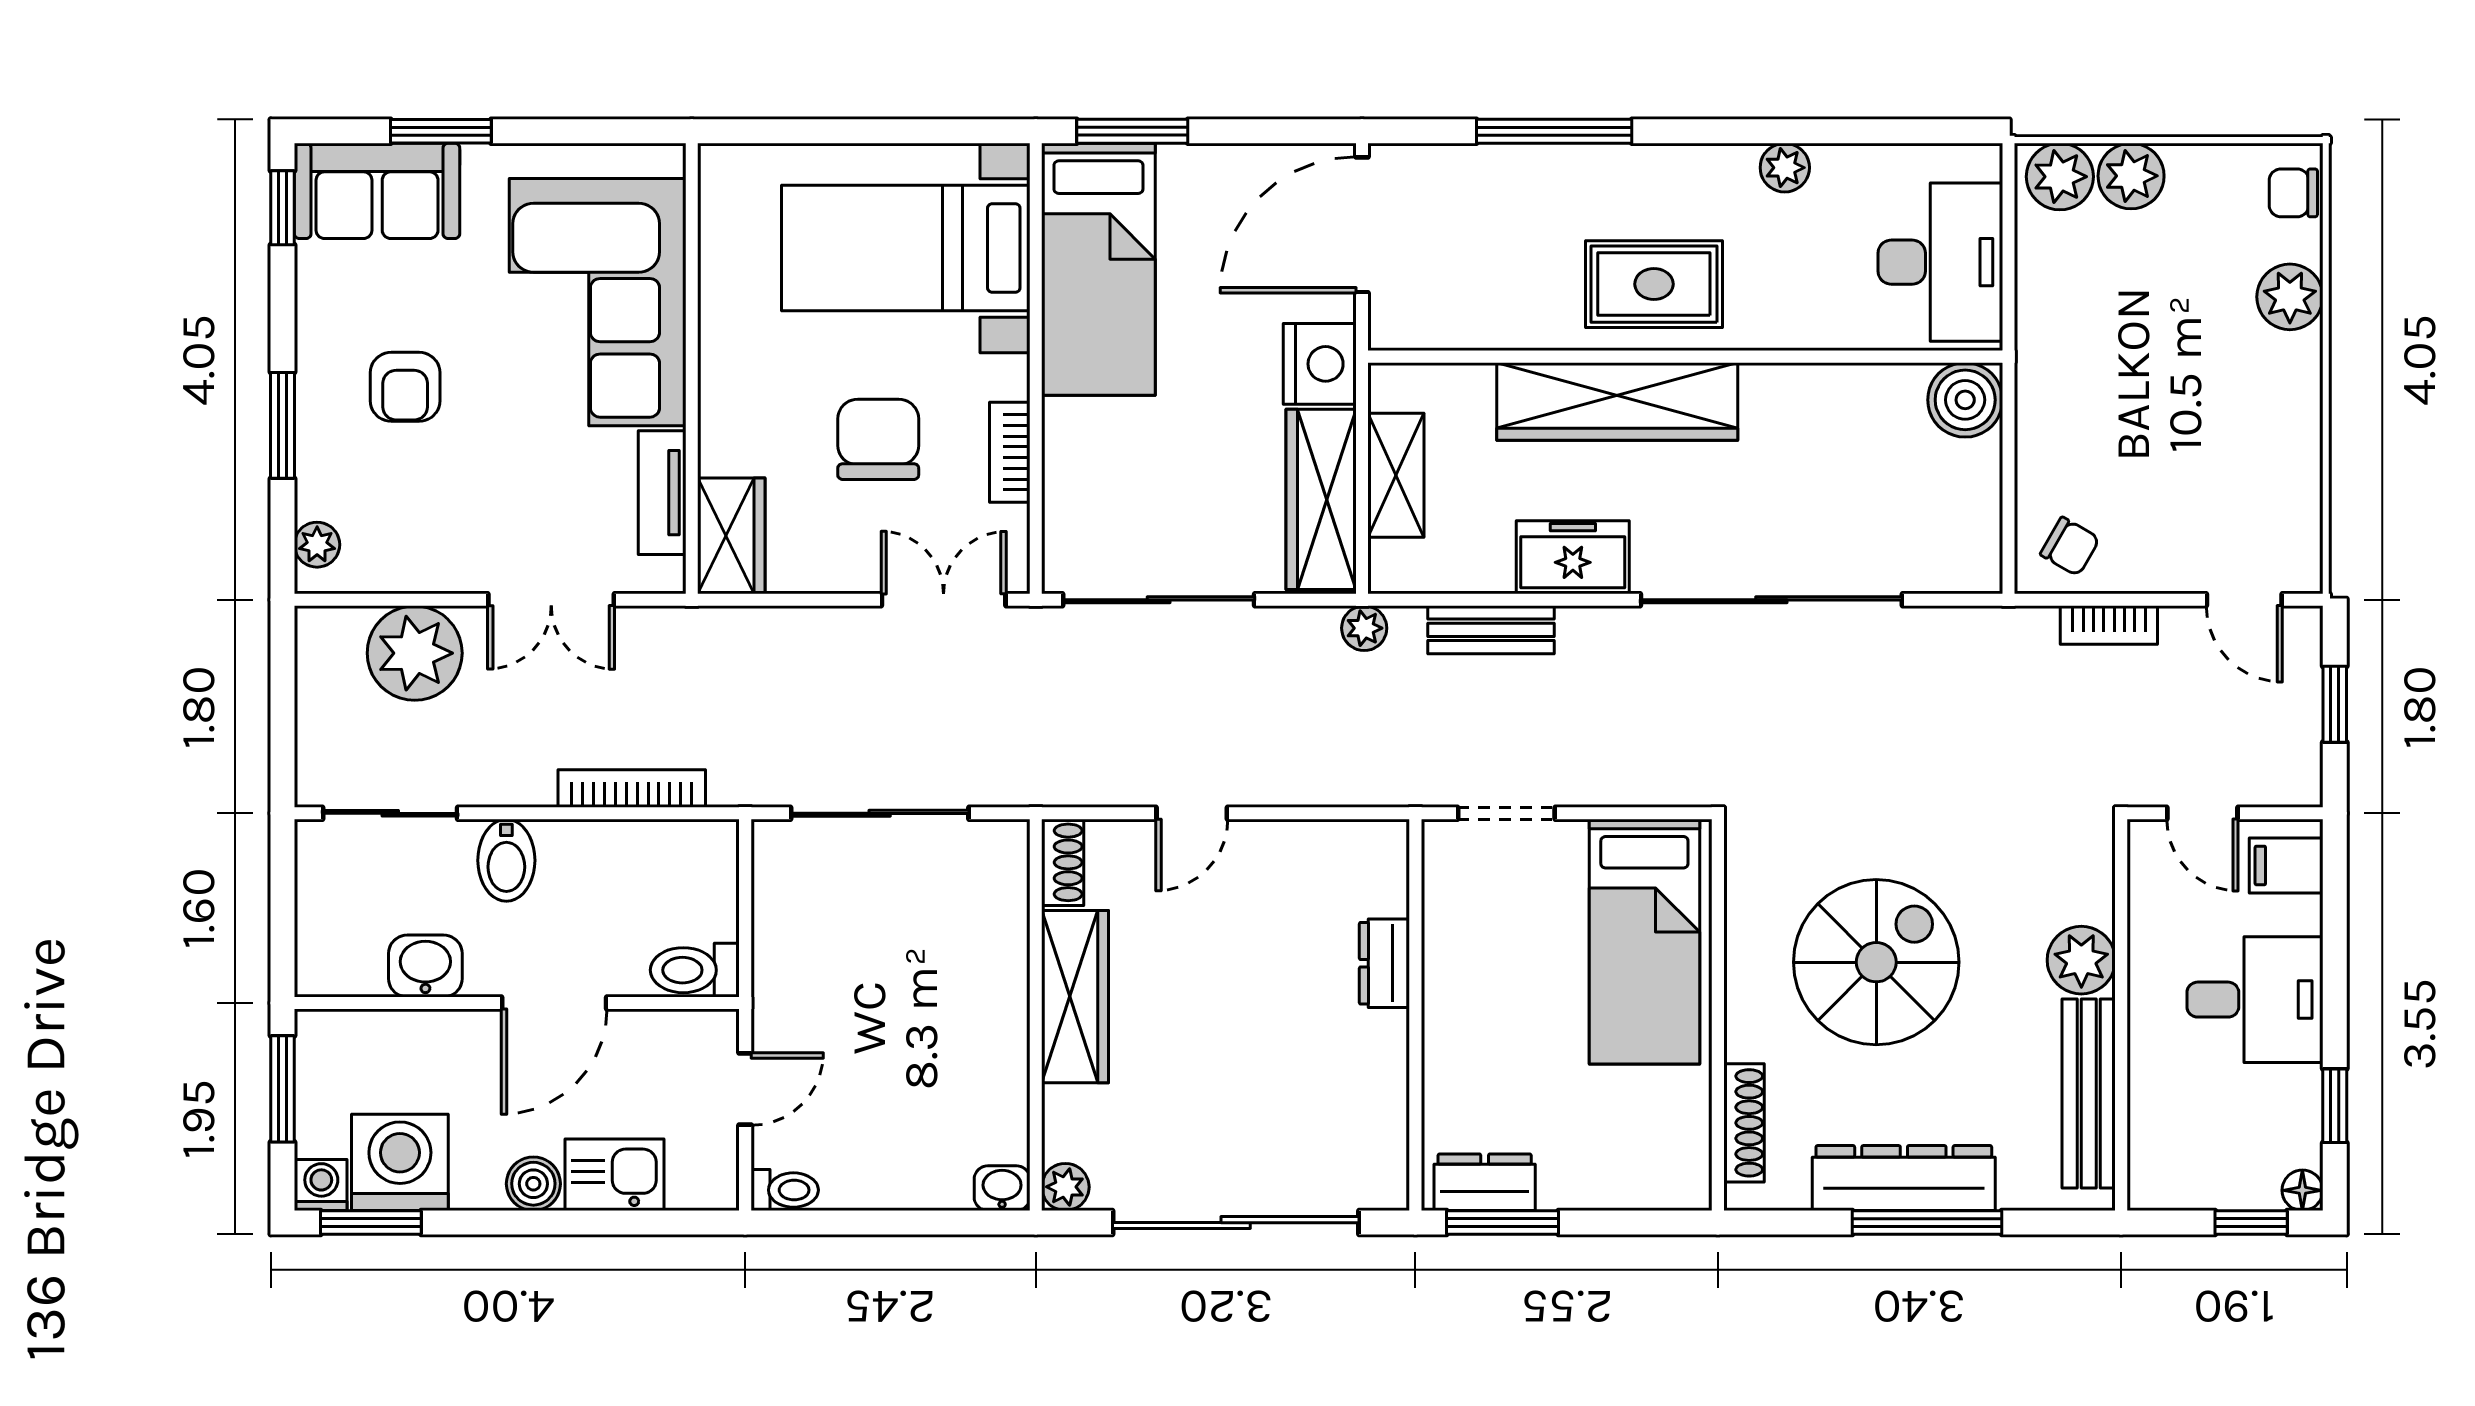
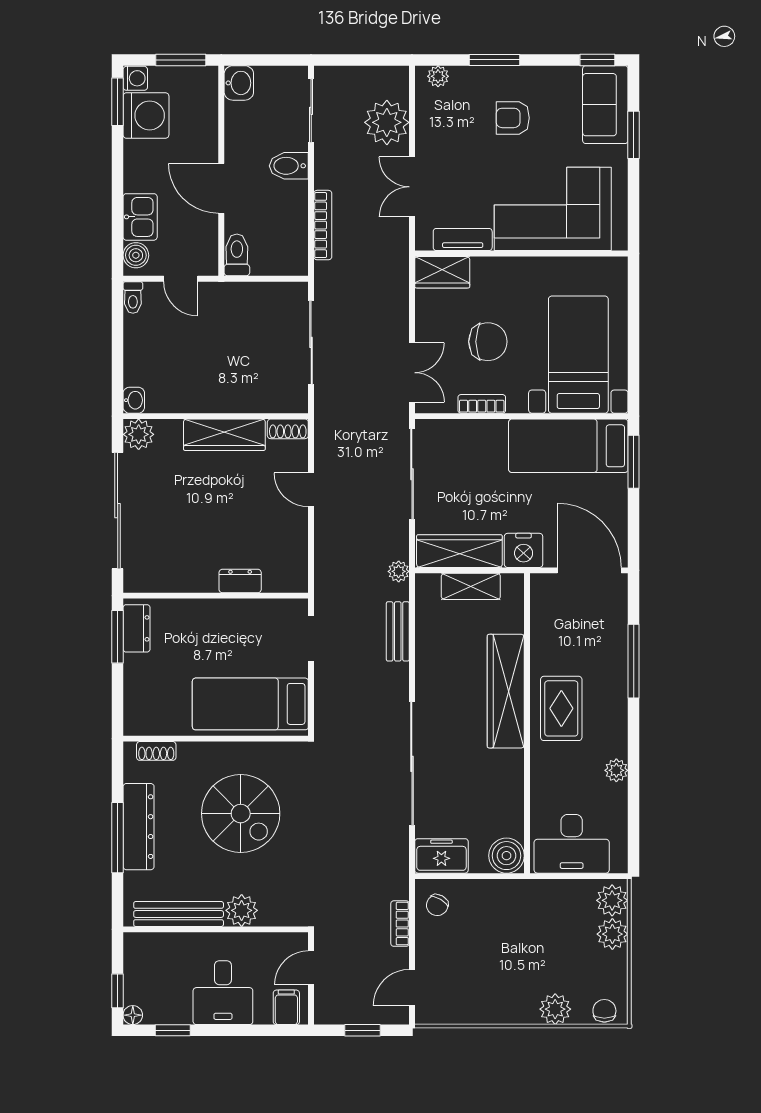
freezer: (1573, 557) -> (441, 856), moved, turned -90
washbasin: (425, 966) -> (239, 83), moved
shoe rack: (1744, 1123) -> (156, 751), width x0.70
boiler: (533, 1184) -> (136, 255), moved
plant: (1065, 1187) -> (139, 434), width x1.38, depth x1.38

